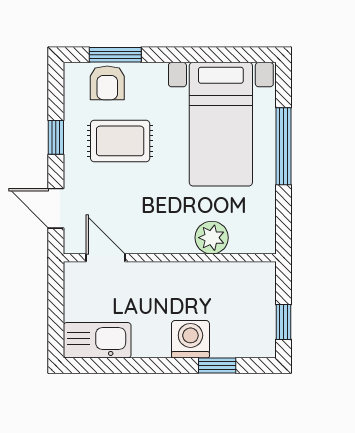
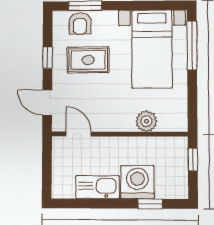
window: (283, 146) -> (192, 45), moved
window: (283, 322) -> (193, 159), moved
washing machine: (190, 339) -> (137, 182), width x1.37, depth x1.37
kitchen sink: (97, 340) -> (98, 187), moved

